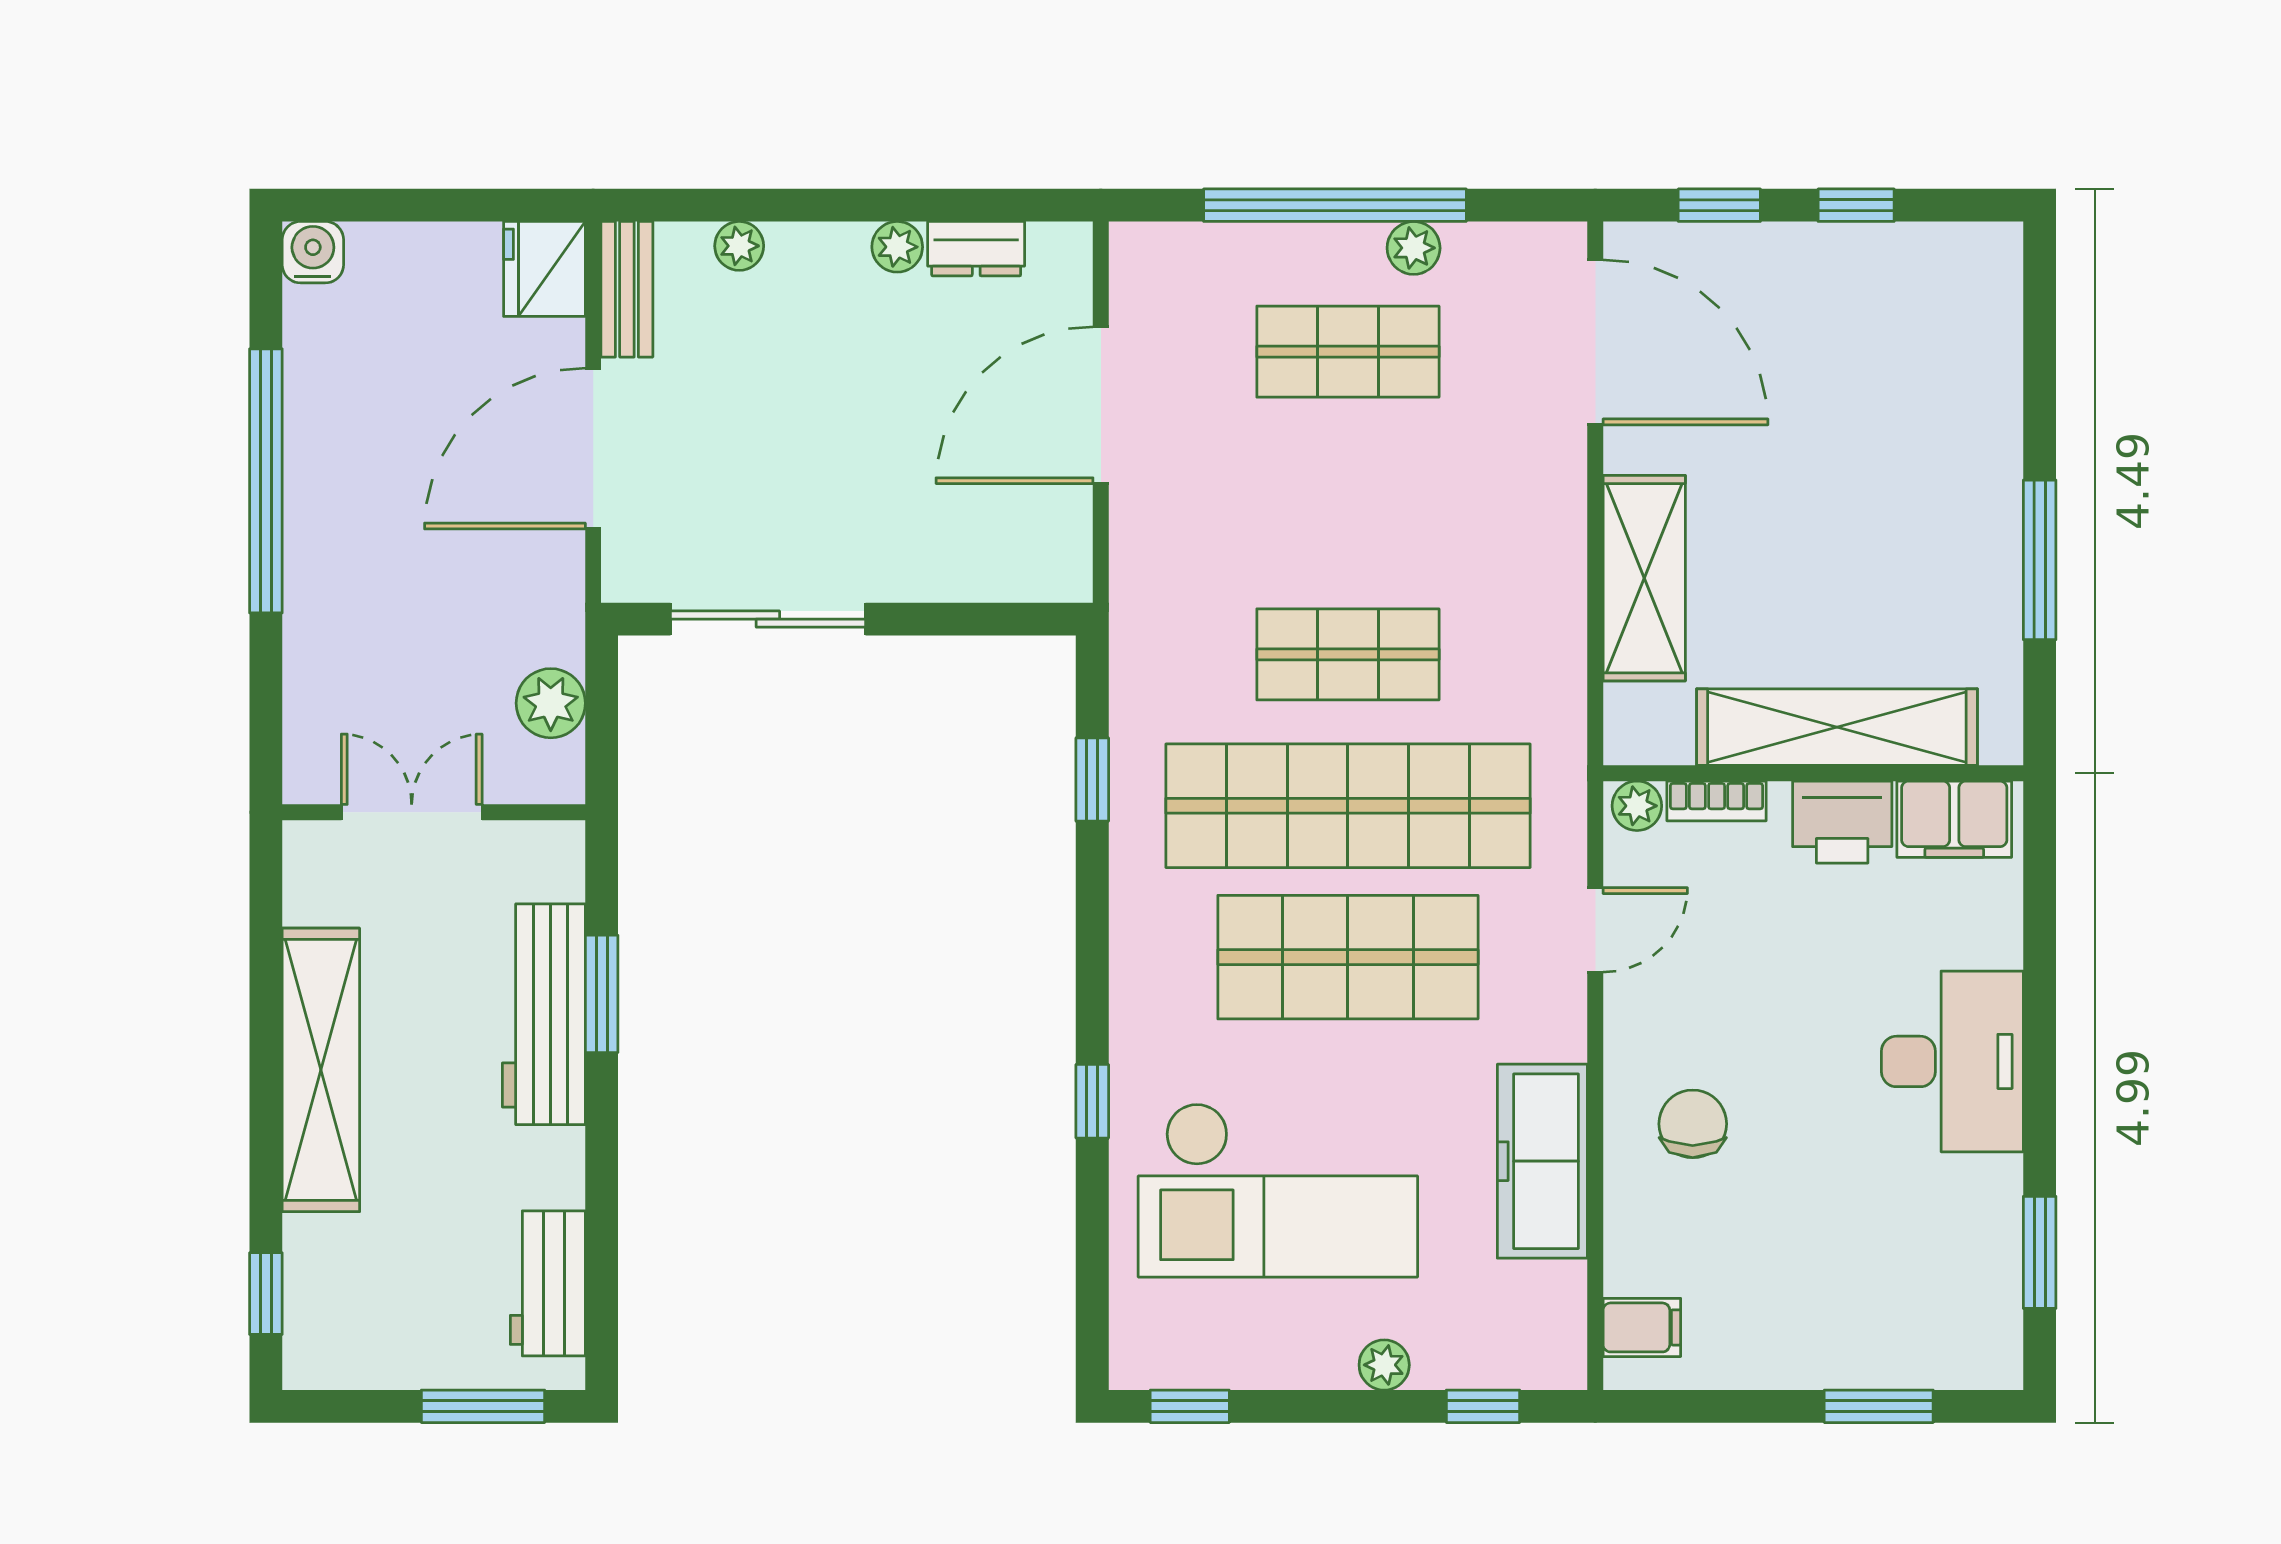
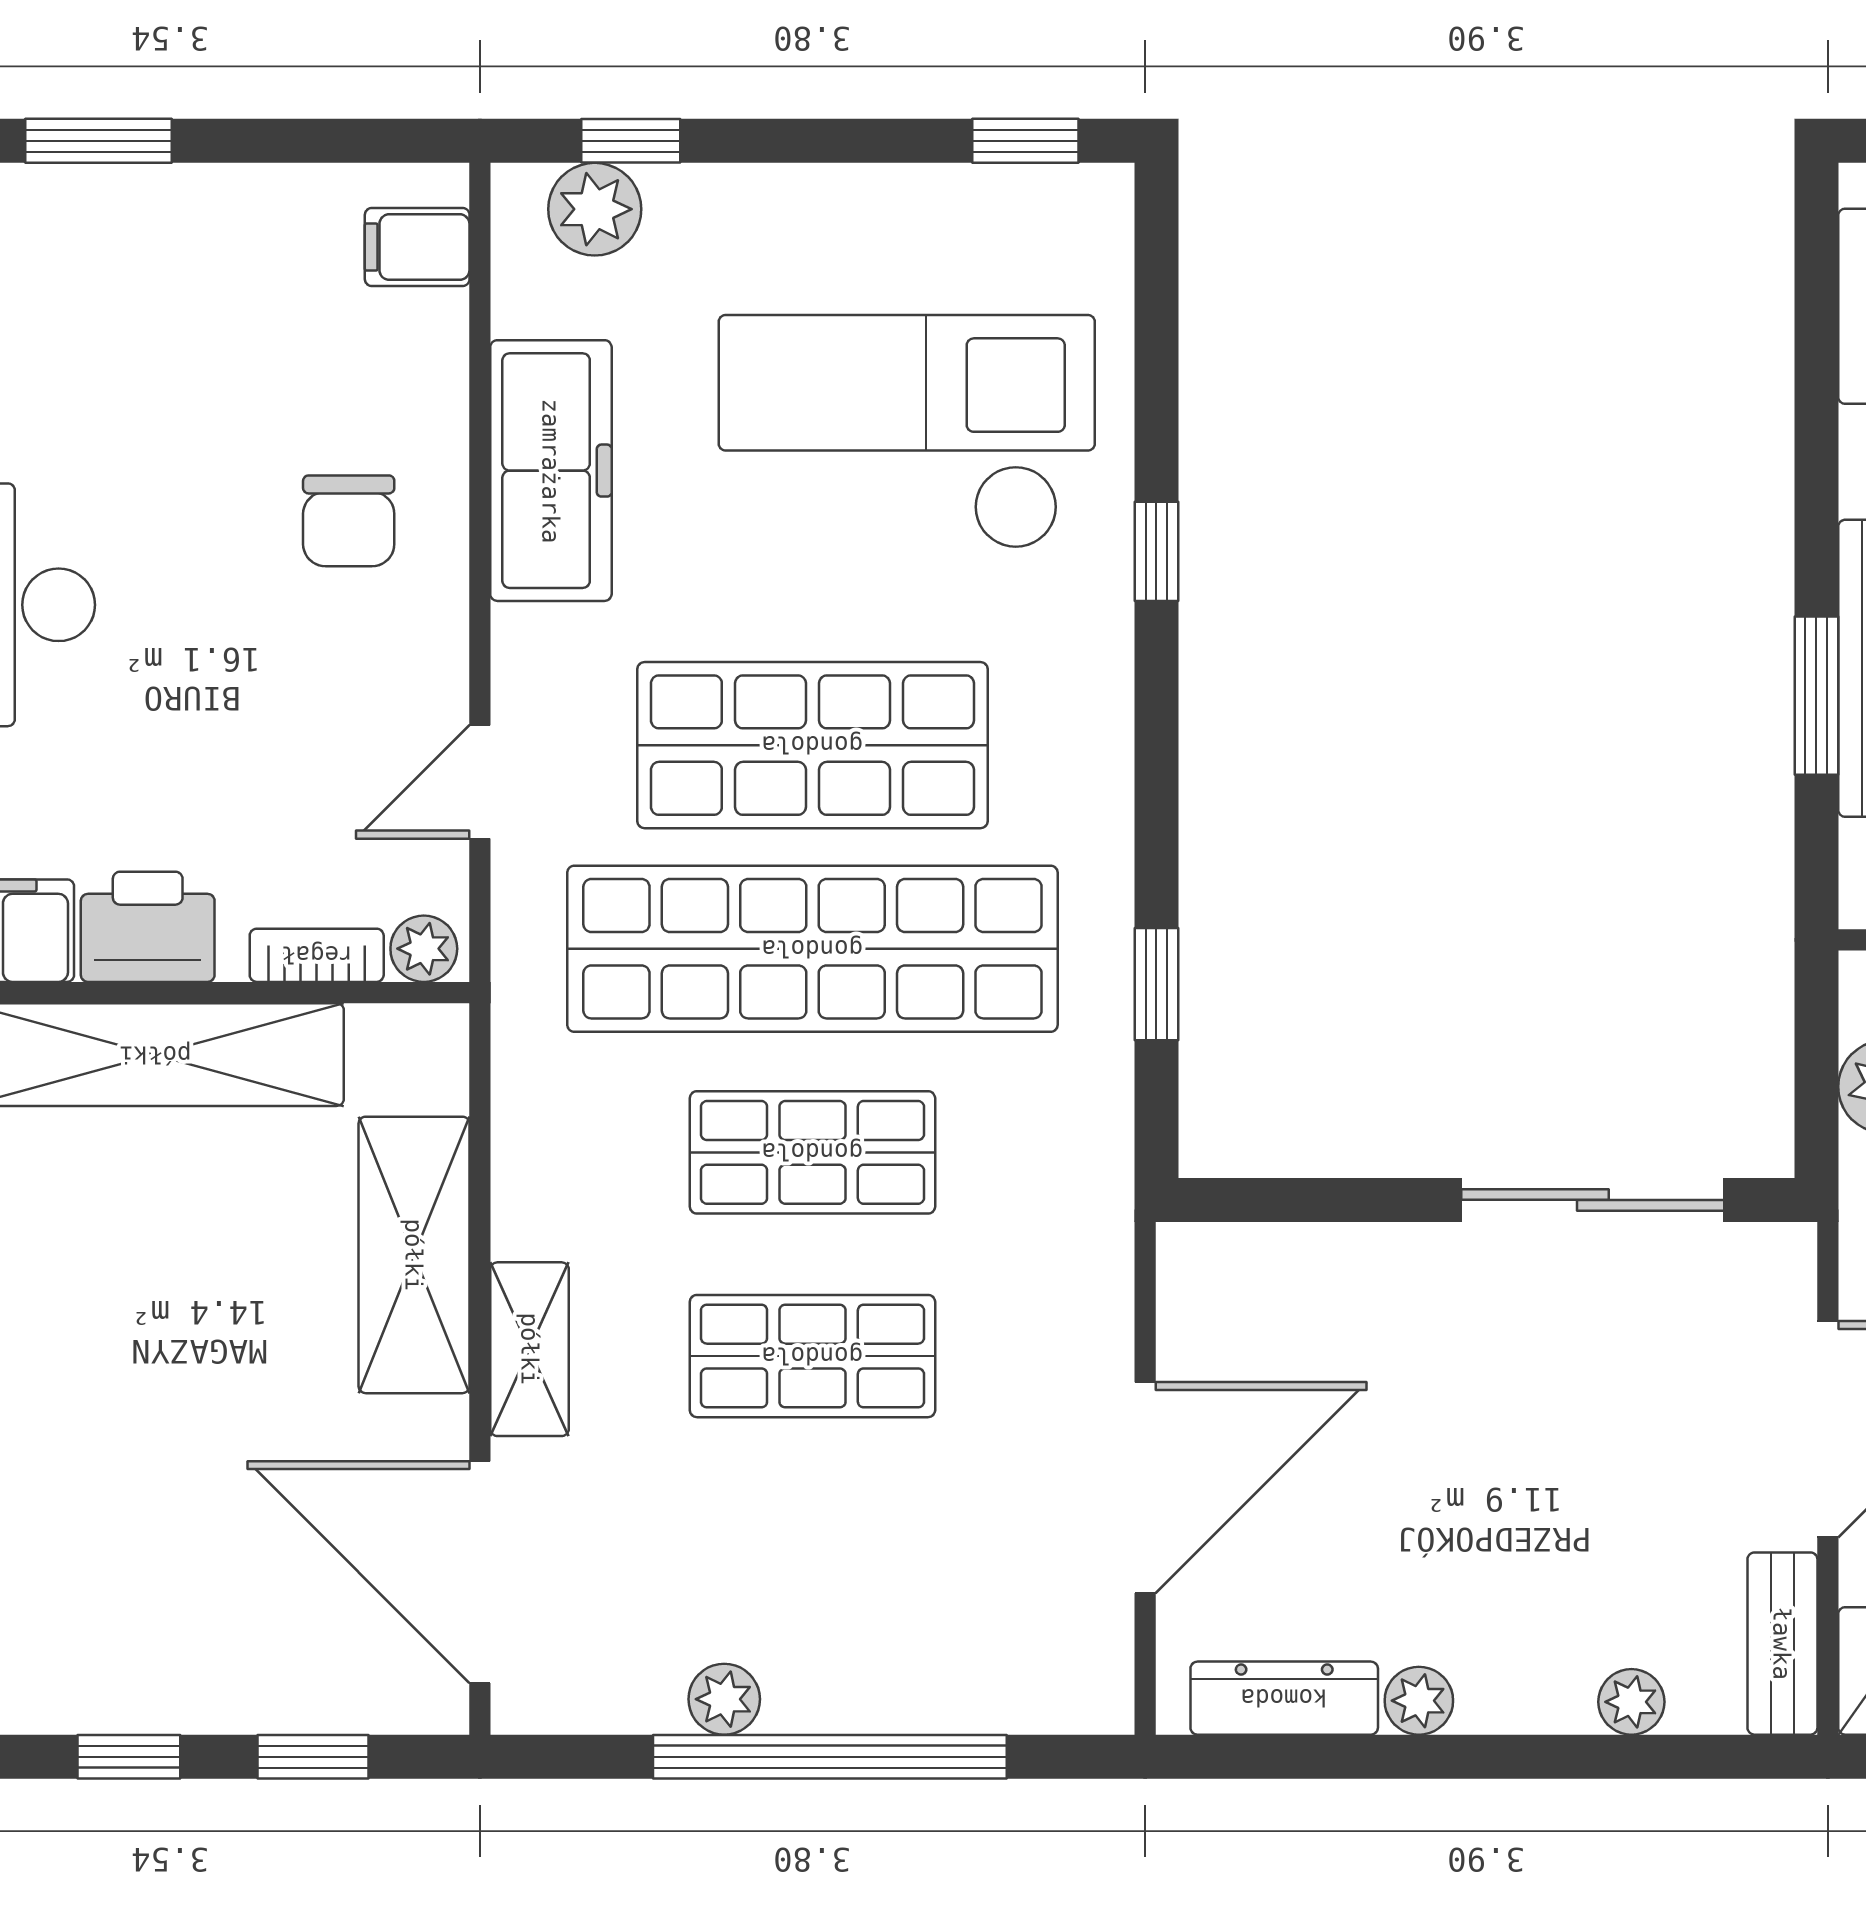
dresser: (976, 249) -> (1284, 1698), width x1.44
shop shelf: (1348, 352) -> (812, 1356), moved
shelving: (1558, 508) -> (530, 1349), added
plant: (1384, 1365) -> (595, 209), moved, width x1.38, depth x1.38

